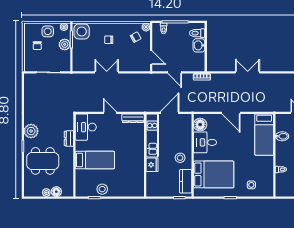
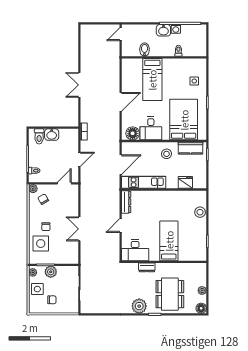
side table: (82, 31) -> (41, 244), moved
door: (170, 113) -> (121, 165), swing flipped
bed: (264, 135) -> (152, 80), moved, turned 90
fridge: (152, 165) -> (185, 182), moved
stool: (102, 189) -> (200, 212), moved
floor lamp: (56, 192) -> (201, 308), moved

